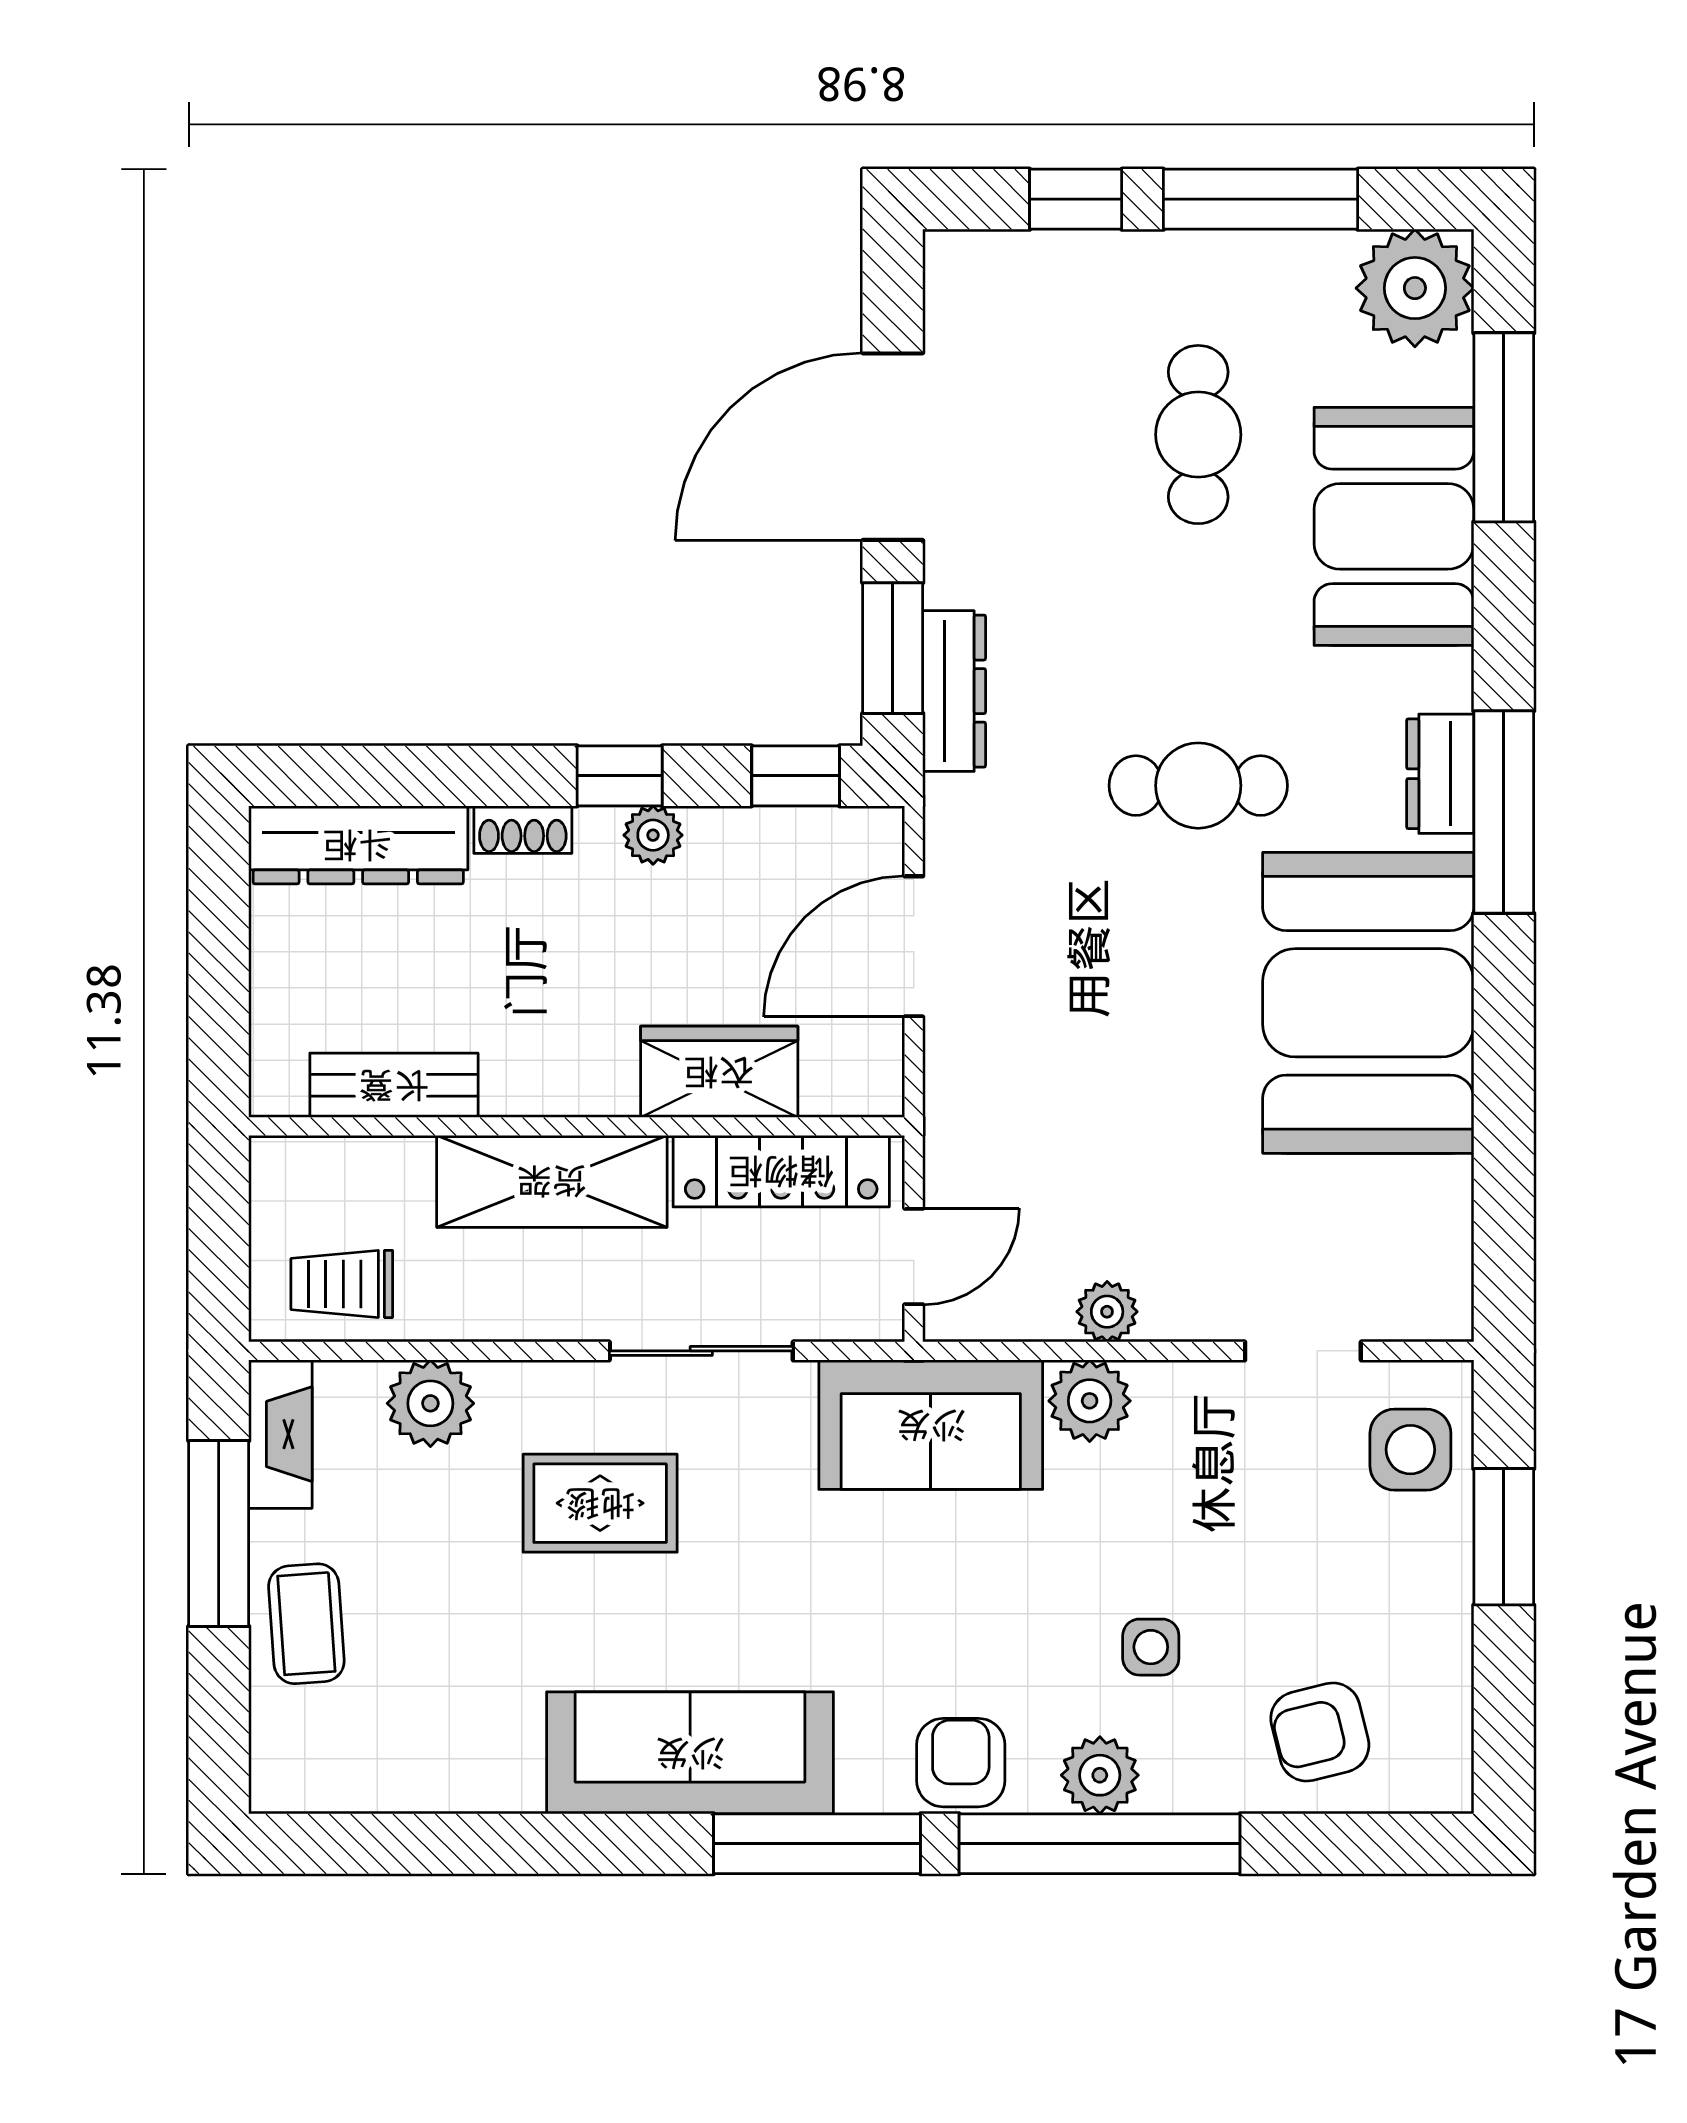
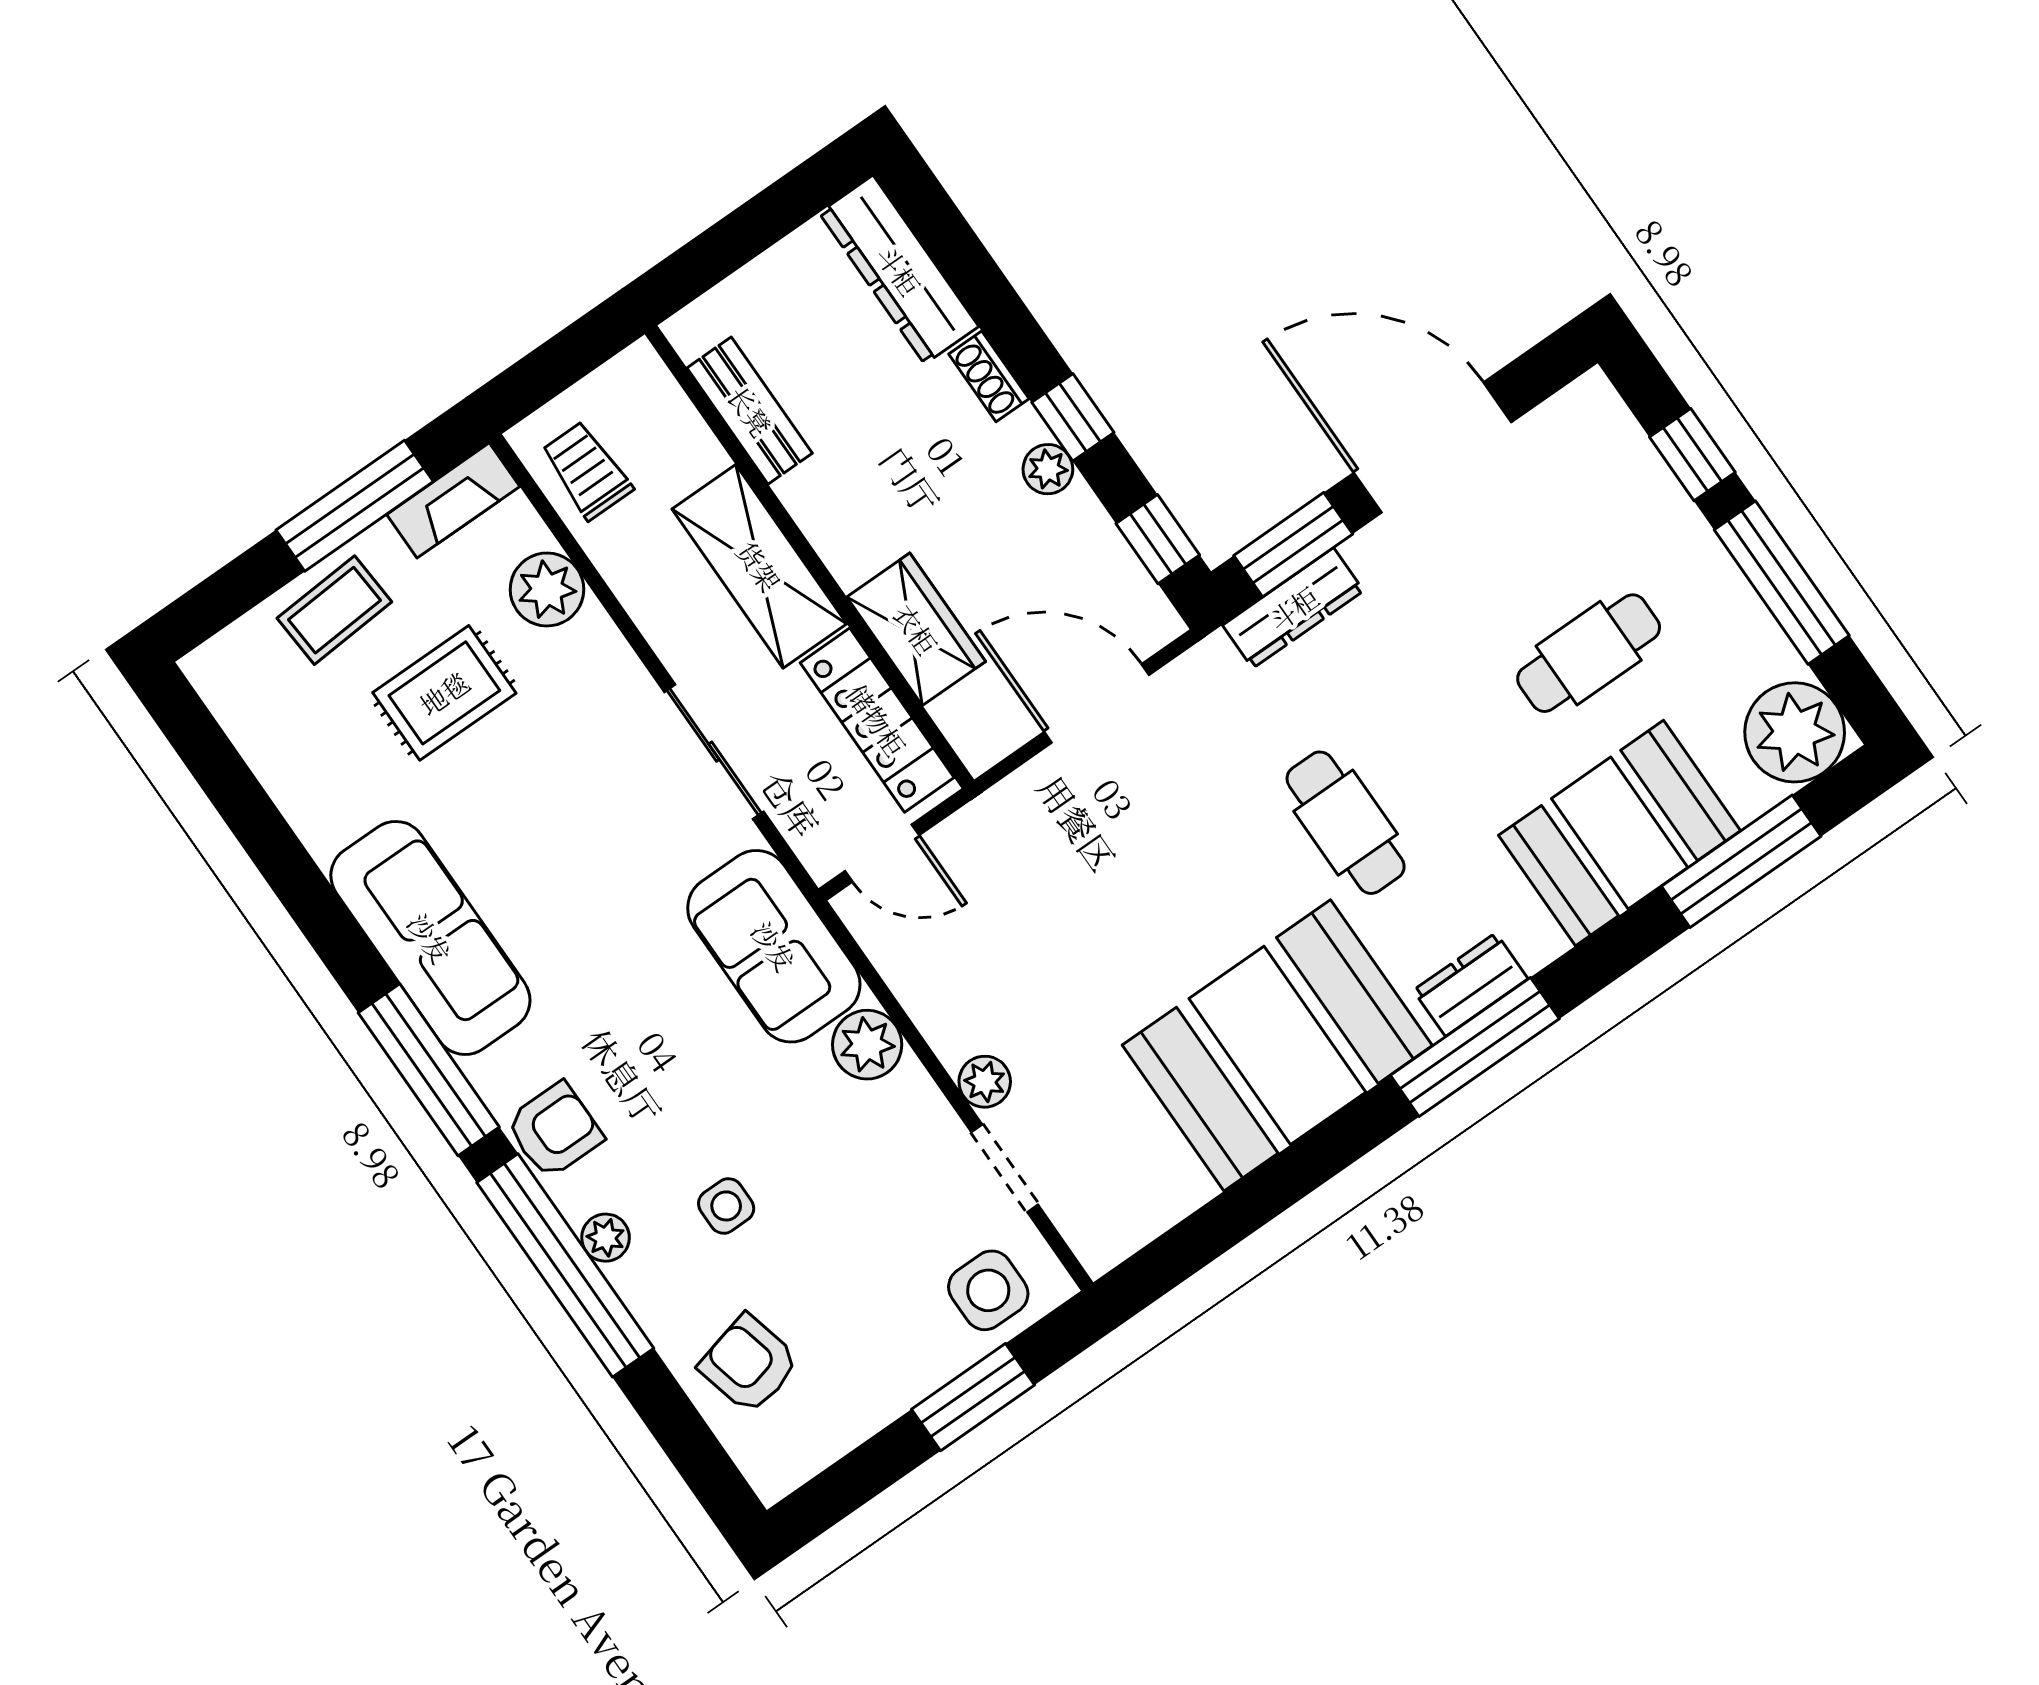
plant: (1107, 1312) -> (985, 1082), moved
rug: (600, 1503) -> (444, 693), moved, turned 90
plant: (1100, 1775) -> (606, 1238), width x0.73, depth x0.73

